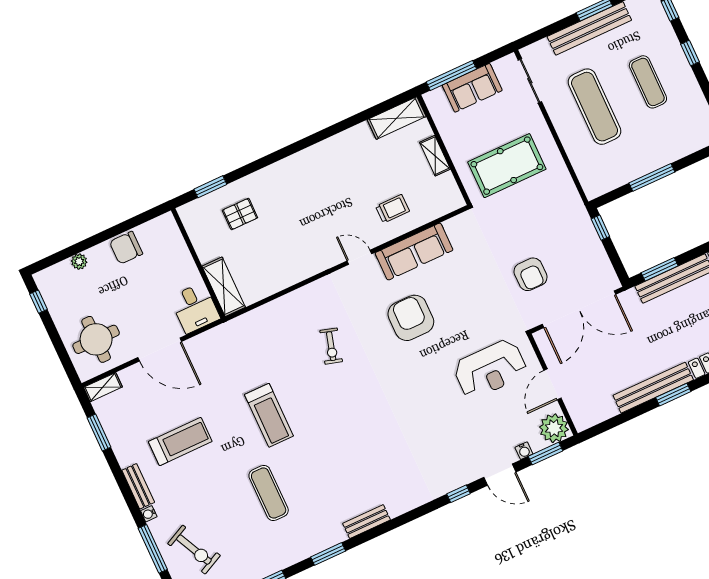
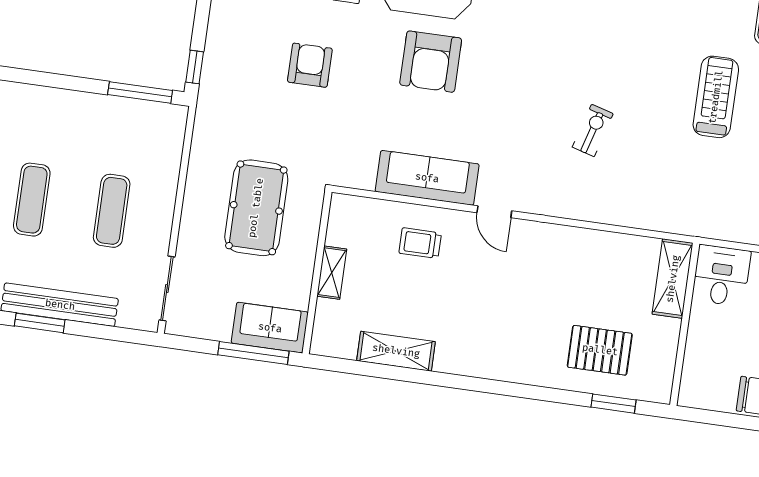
sofa: (472, 88) -> (270, 328), moved
exercise mat: (595, 107) -> (112, 211), width x0.73, depth x0.69
shelving: (397, 118) -> (396, 351), moved
pool table: (507, 166) -> (256, 208), turned 90
window: (652, 177) -> (140, 93), moved
pallet: (240, 214) -> (600, 350), width x1.50, depth x1.42
armchair: (411, 318) -> (431, 62), moved

